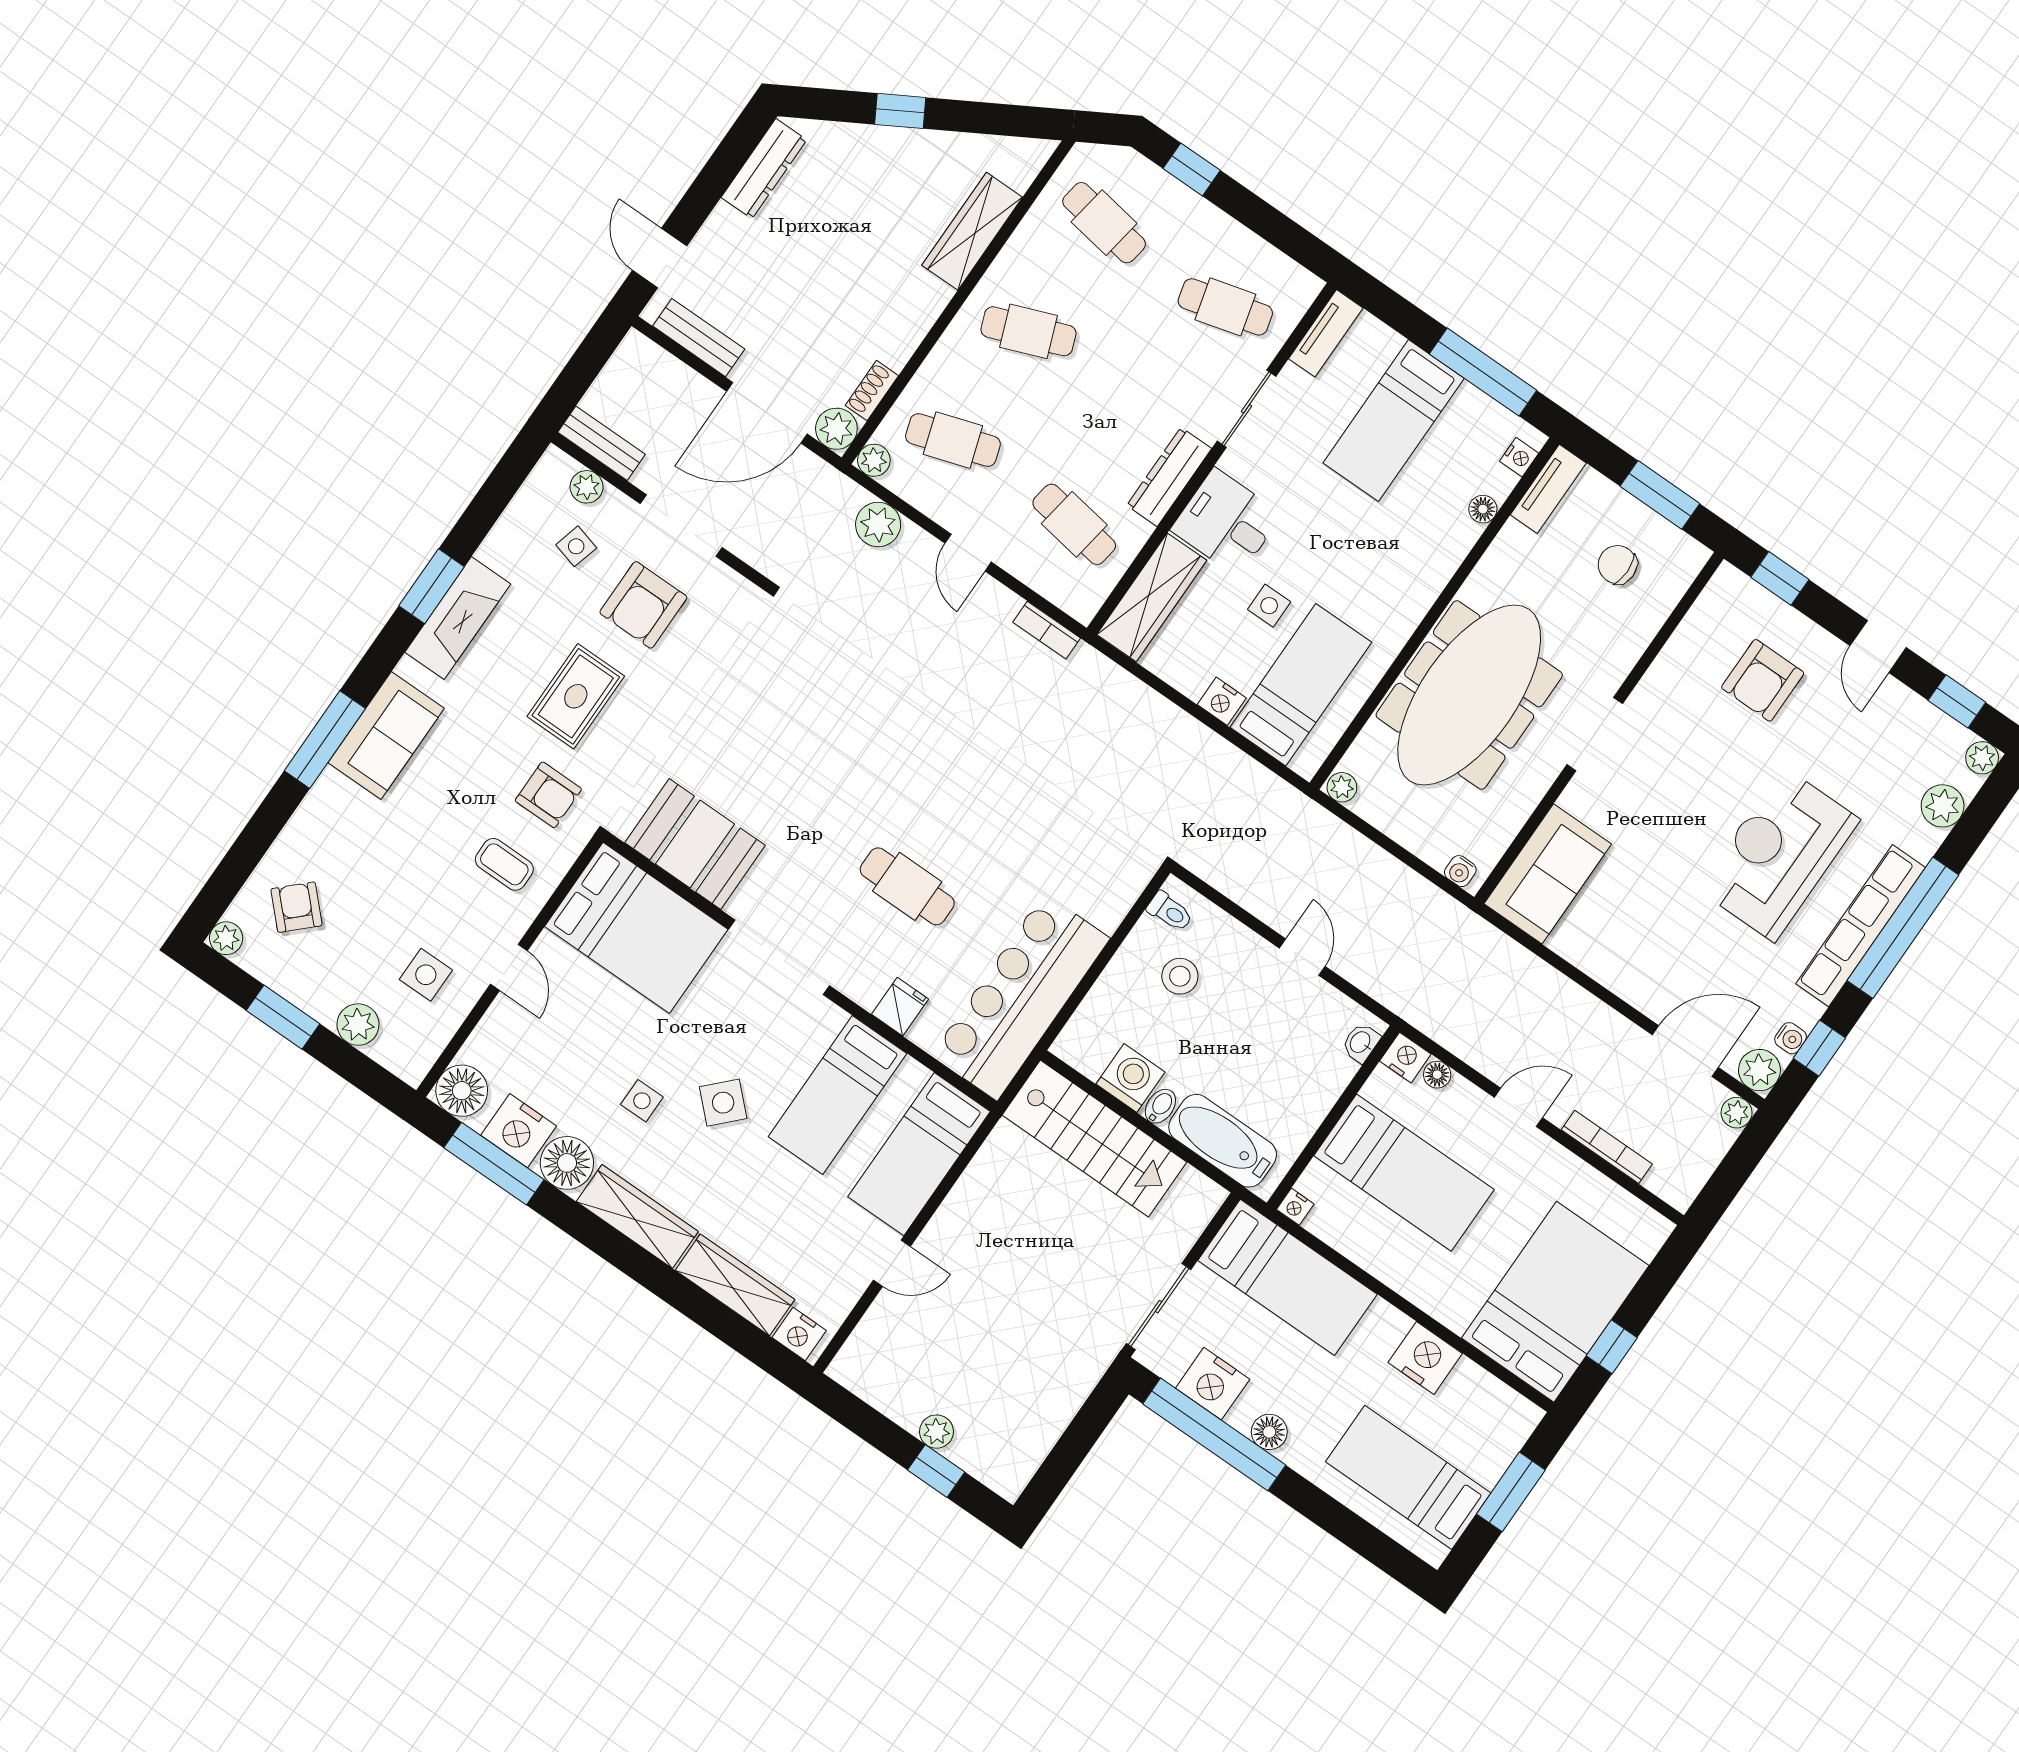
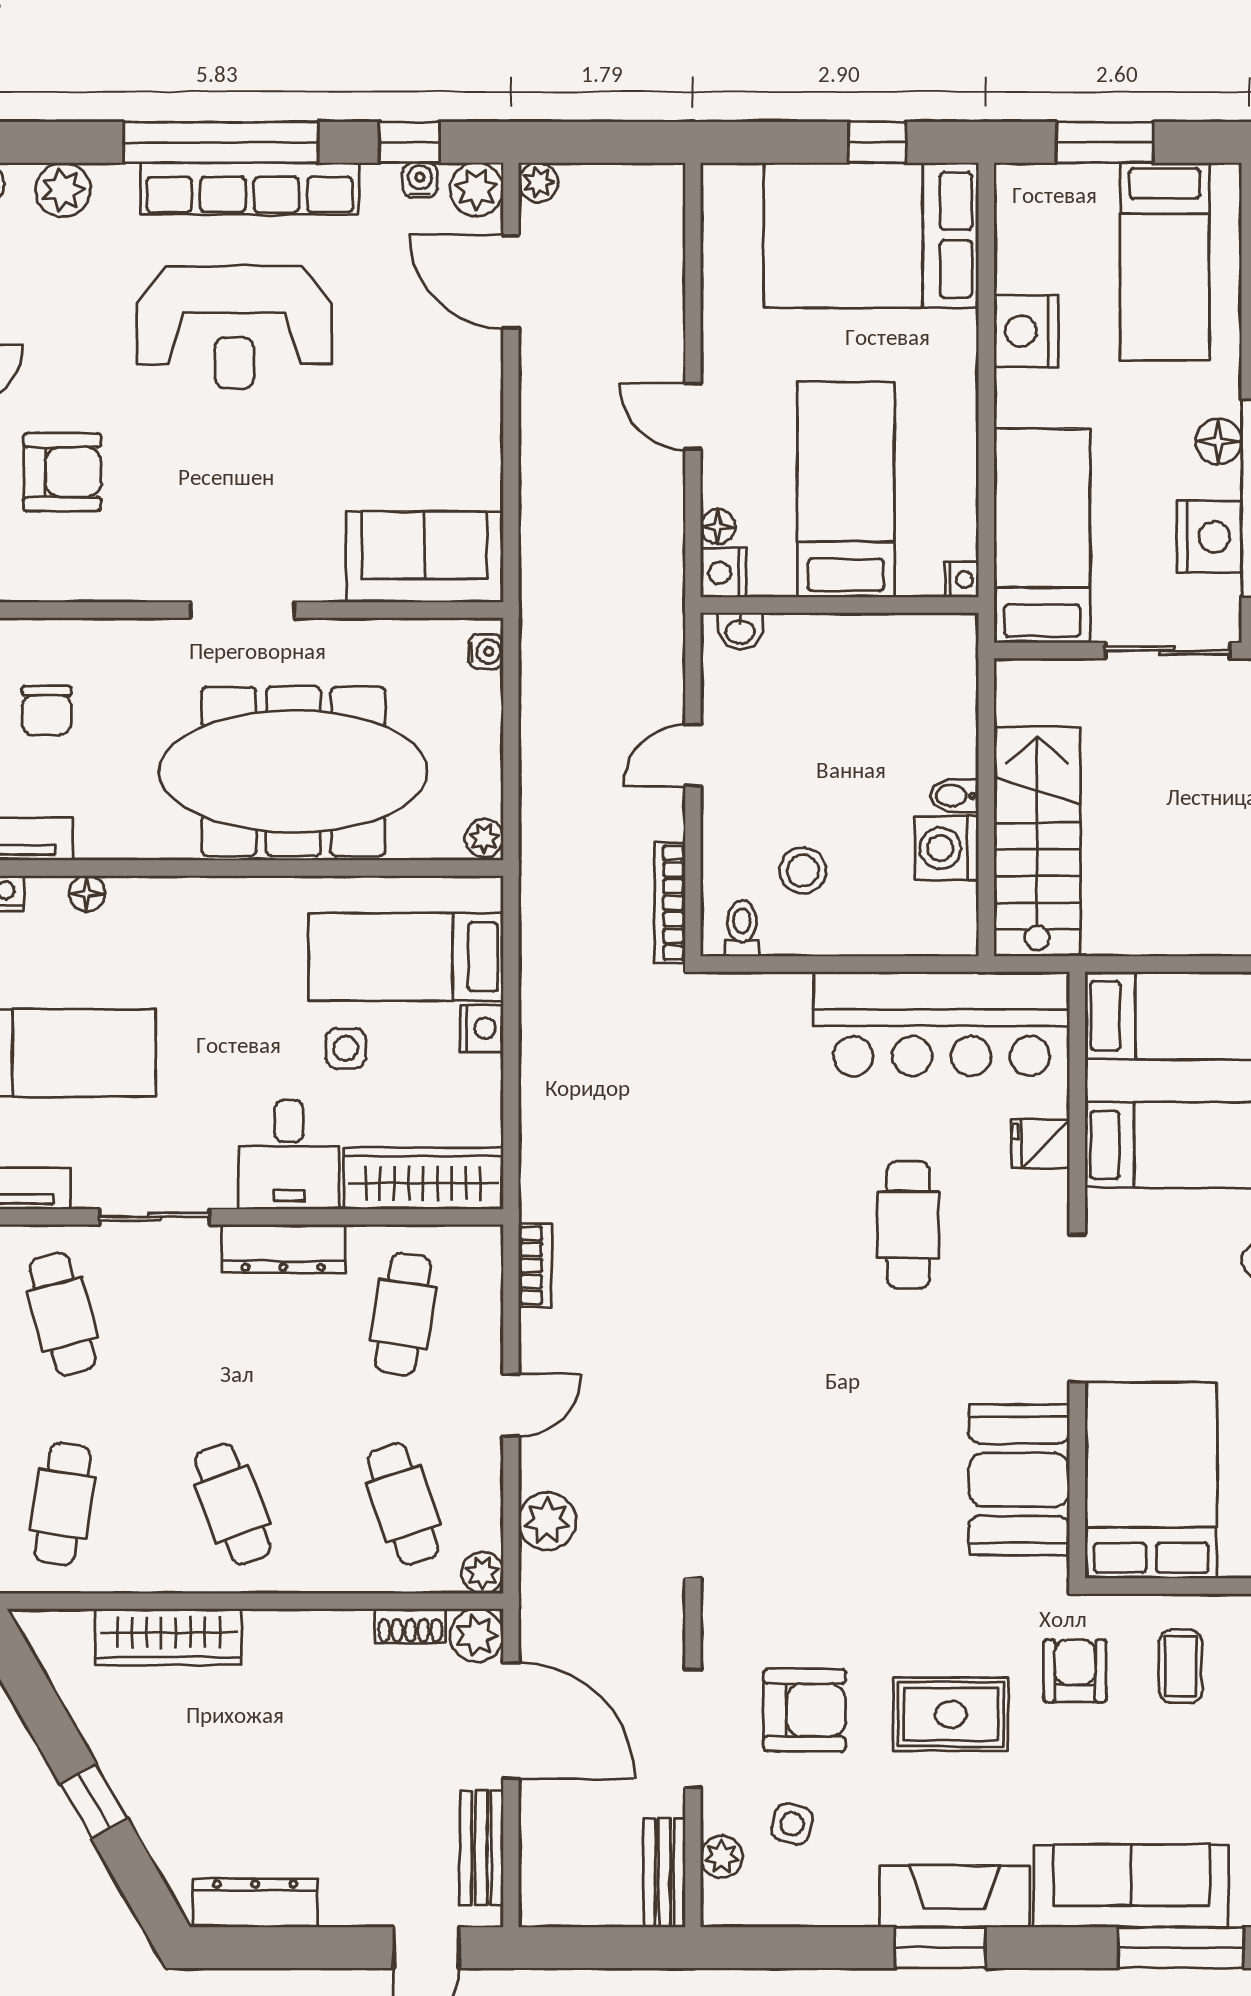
sofa: (386, 736) -> (1131, 1886), width x1.36
bathtub: (1223, 1141) -> (945, 705), removed
bookcase: (1607, 1147) -> (670, 903), moved

